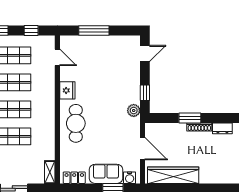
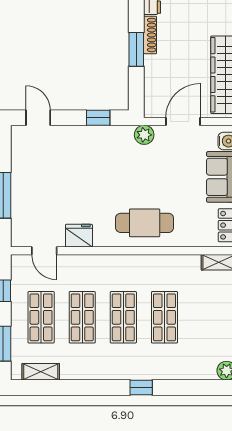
door: (57, 57) -> (44, 251), swing flipped
fridge: (67, 90) -> (79, 236), moved
plant: (134, 110) -> (144, 135), moved

